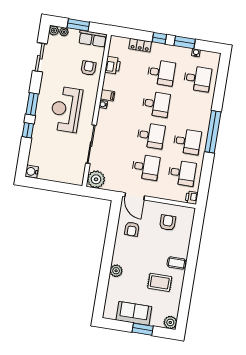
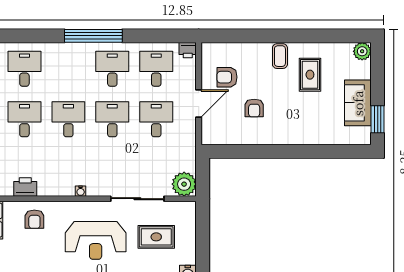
armchair: (88, 68) -> (34, 219), turned -91
filing cabinet: (107, 95) -> (67, 187), removed
rug: (62, 153) -> (156, 237), added
door: (135, 196) -> (199, 104), moved
armchair: (132, 229) -> (254, 108), moved, turned 90
plant: (116, 271) -> (304, 137), removed
window: (143, 329) -> (378, 119), moved

